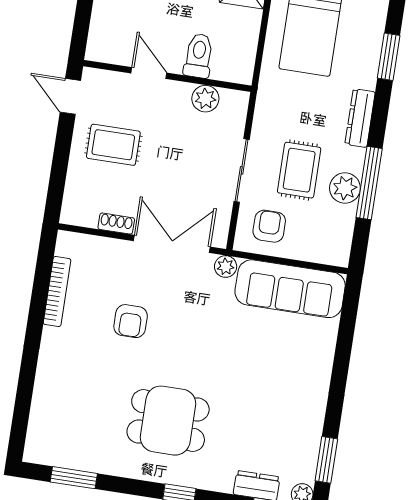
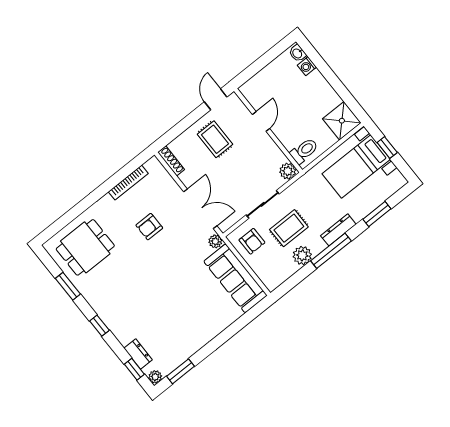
toilet: (199, 56) -> (304, 151), moved
plant: (205, 99) -> (288, 171), moved
window: (369, 183) -> (331, 251), moved
shoe rack: (116, 224) -> (171, 161), moved, width x1.43
armchair: (269, 226) -> (252, 241), turned 90
dining table: (168, 421) -> (85, 247), moved, turned 90
window: (74, 478) -> (68, 286), moved

